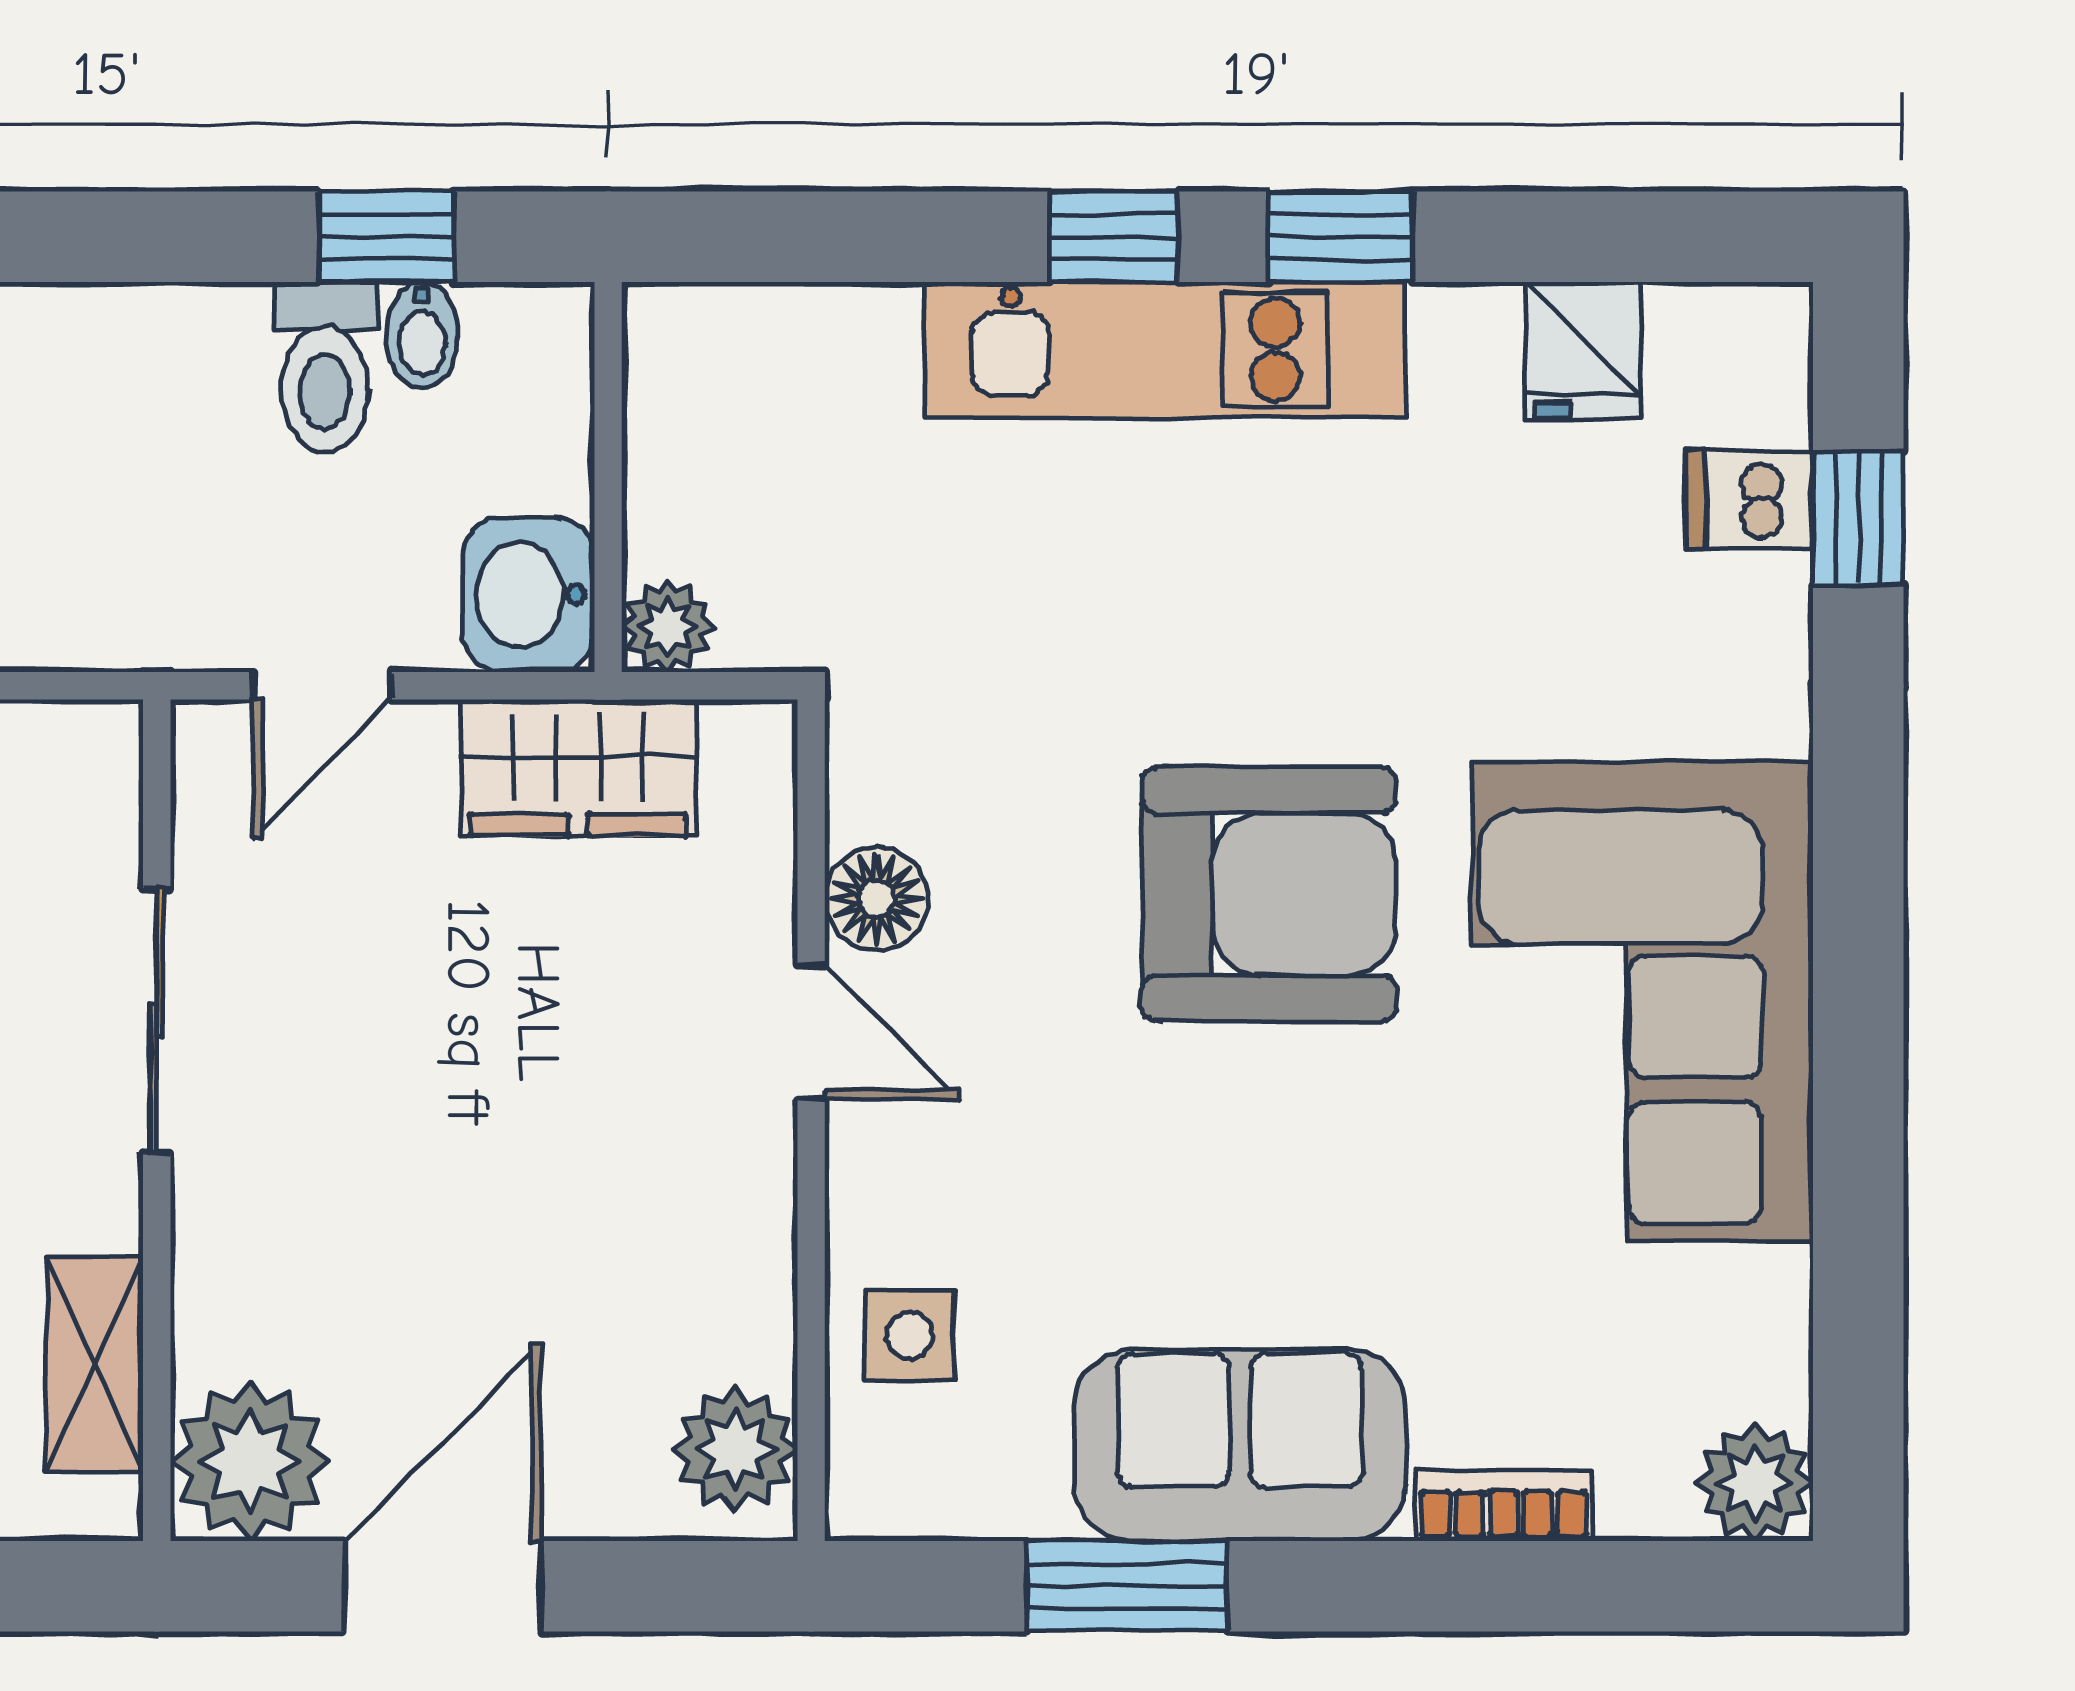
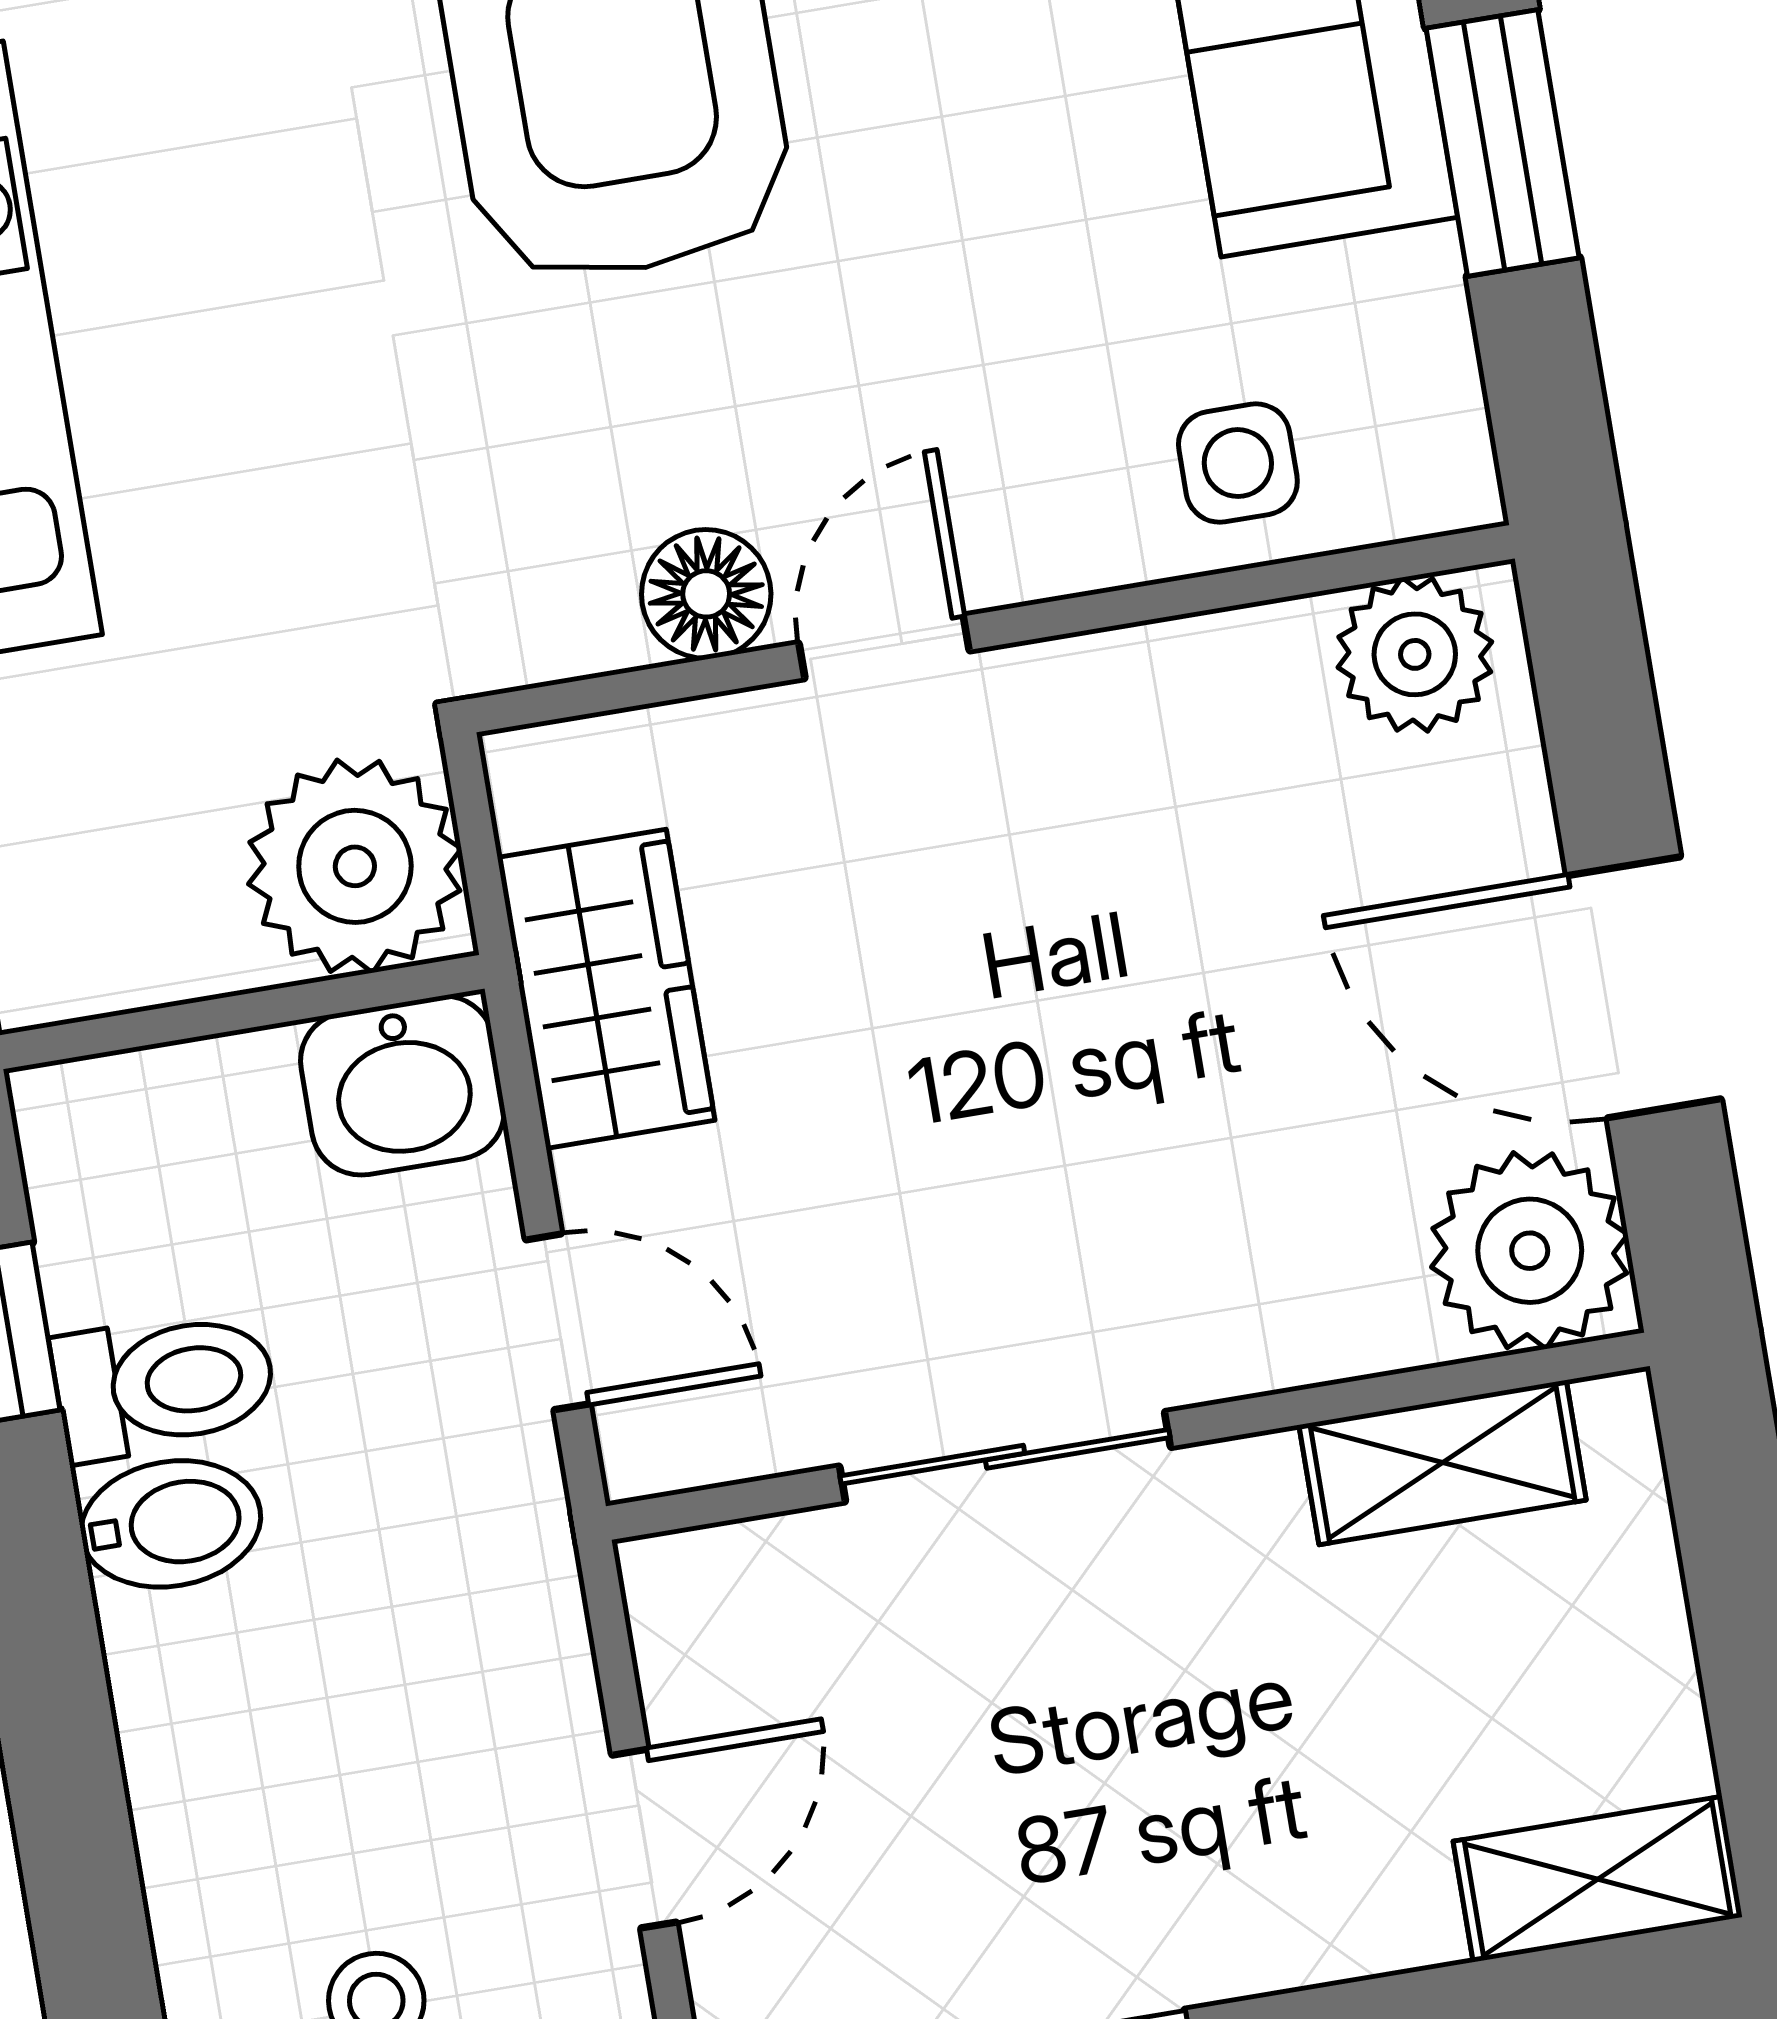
bidet: (422, 335) -> (171, 1524), moved, width x1.38, depth x1.36
plant: (668, 626) -> (355, 866), width x1.88, depth x1.88

